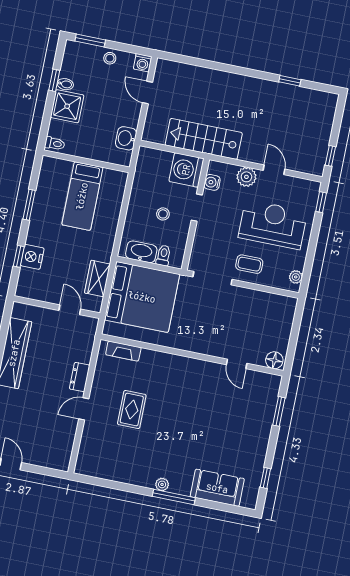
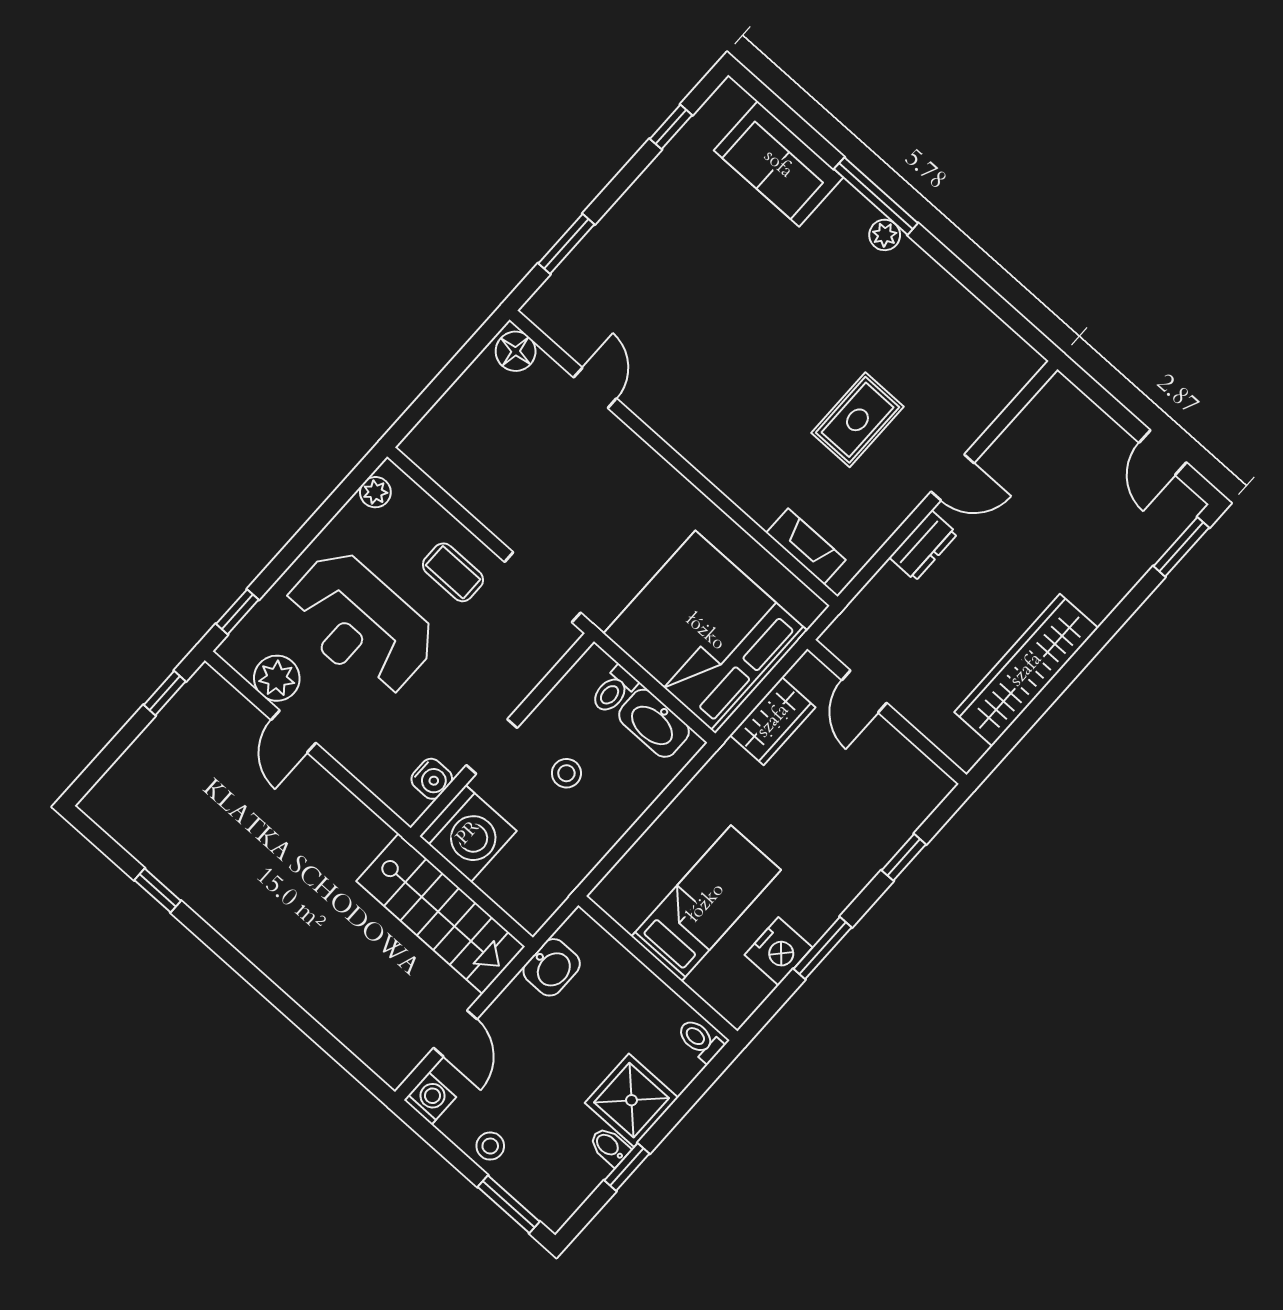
stairs: (204, 139) -> (441, 914), moved
plant: (246, 177) -> (277, 678), moved
nightstand: (32, 257) -> (779, 951), moved

